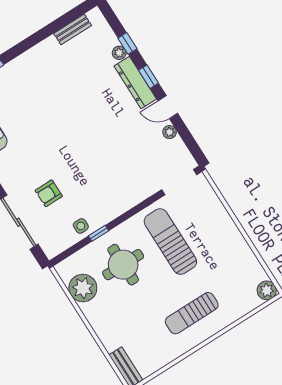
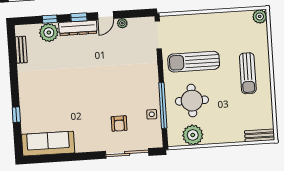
plant: (119, 53) -> (49, 32), width x1.88, depth x1.88
window: (99, 233) -> (163, 105), width x3.17

